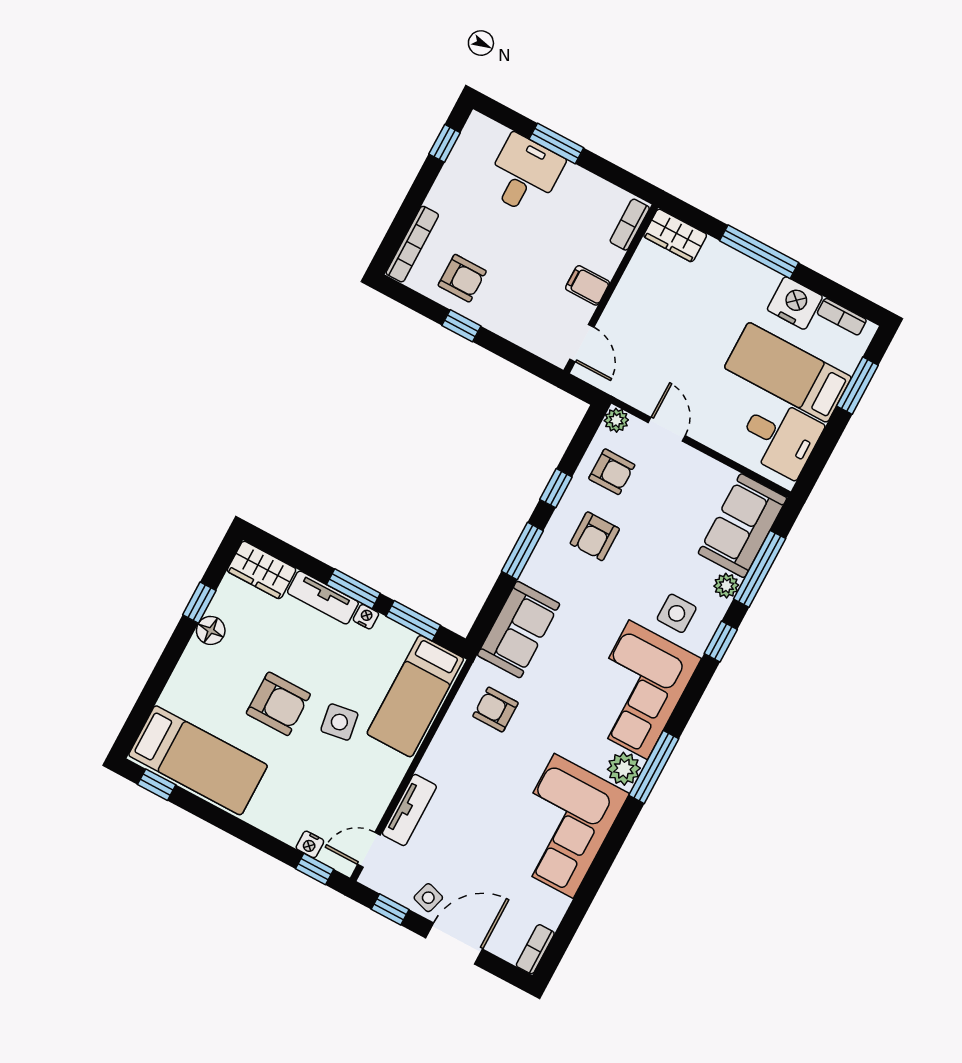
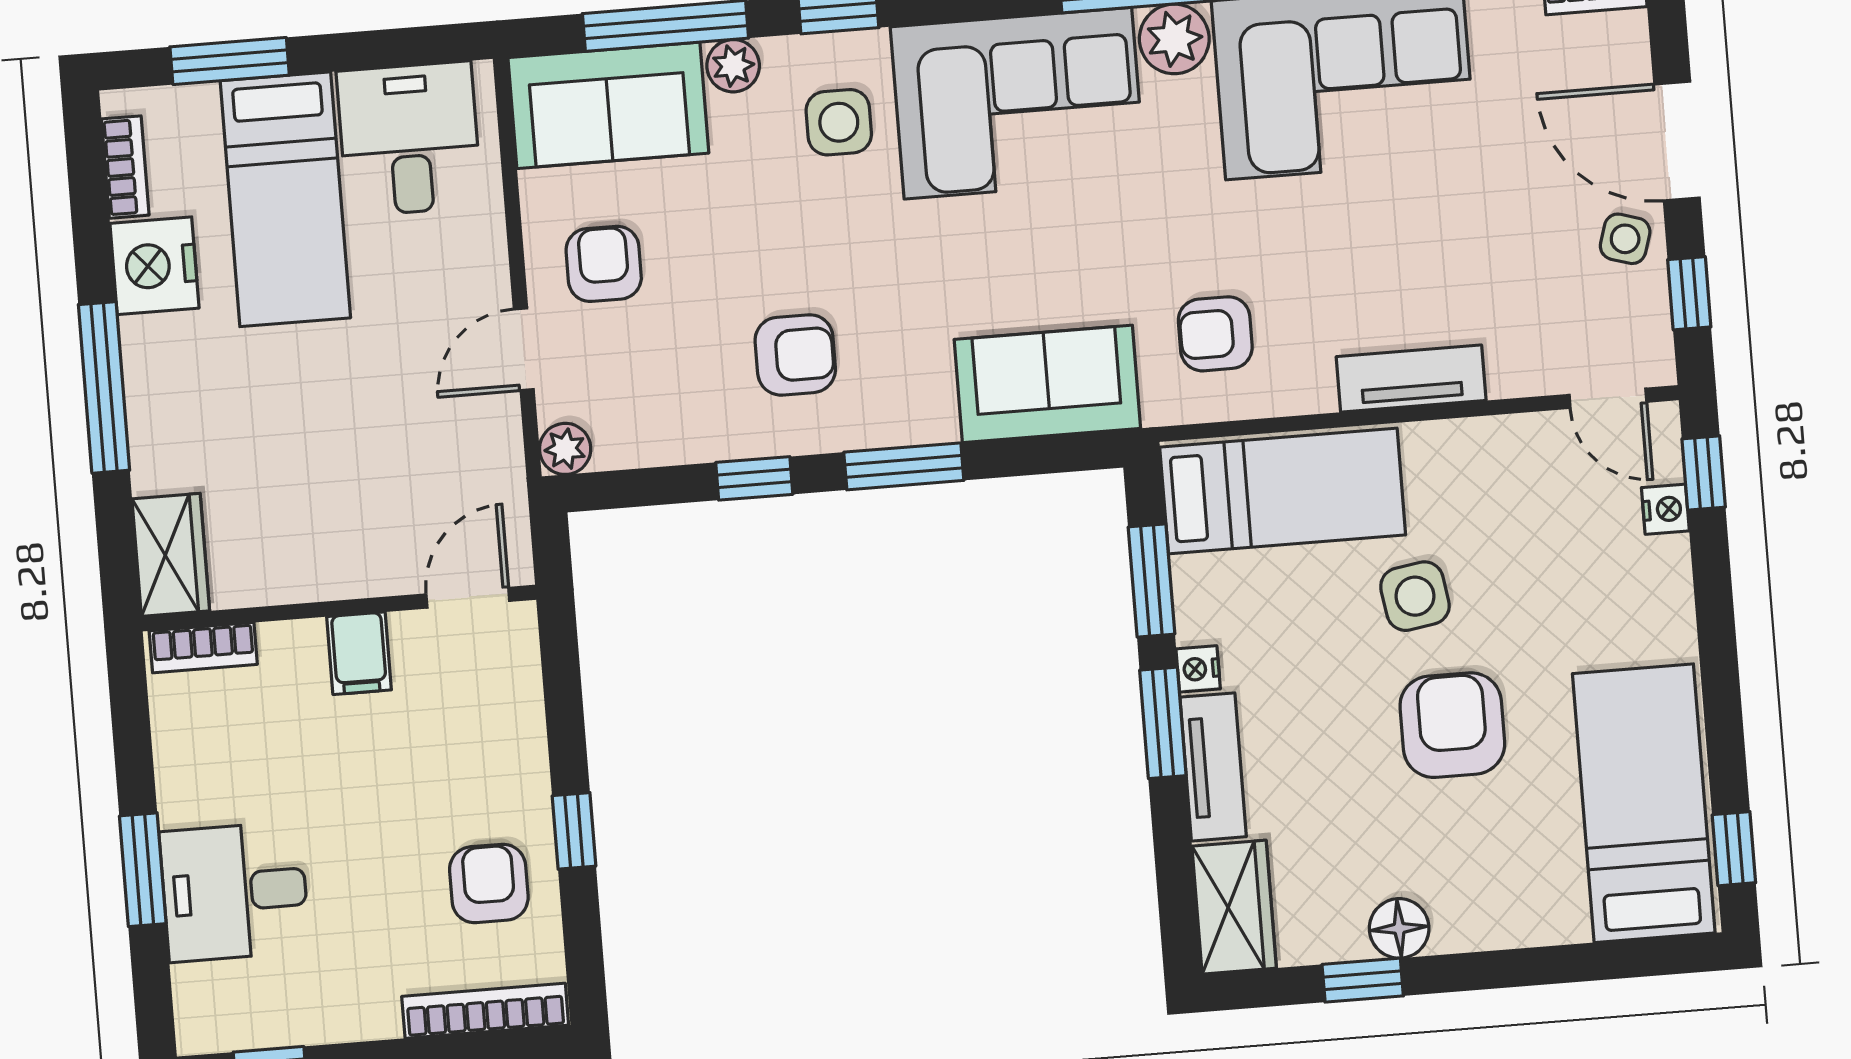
armchair: (612, 472) -> (604, 264), moved
armchair: (495, 710) -> (1215, 334), turned 90
tv unit: (409, 810) -> (1411, 379), moved

